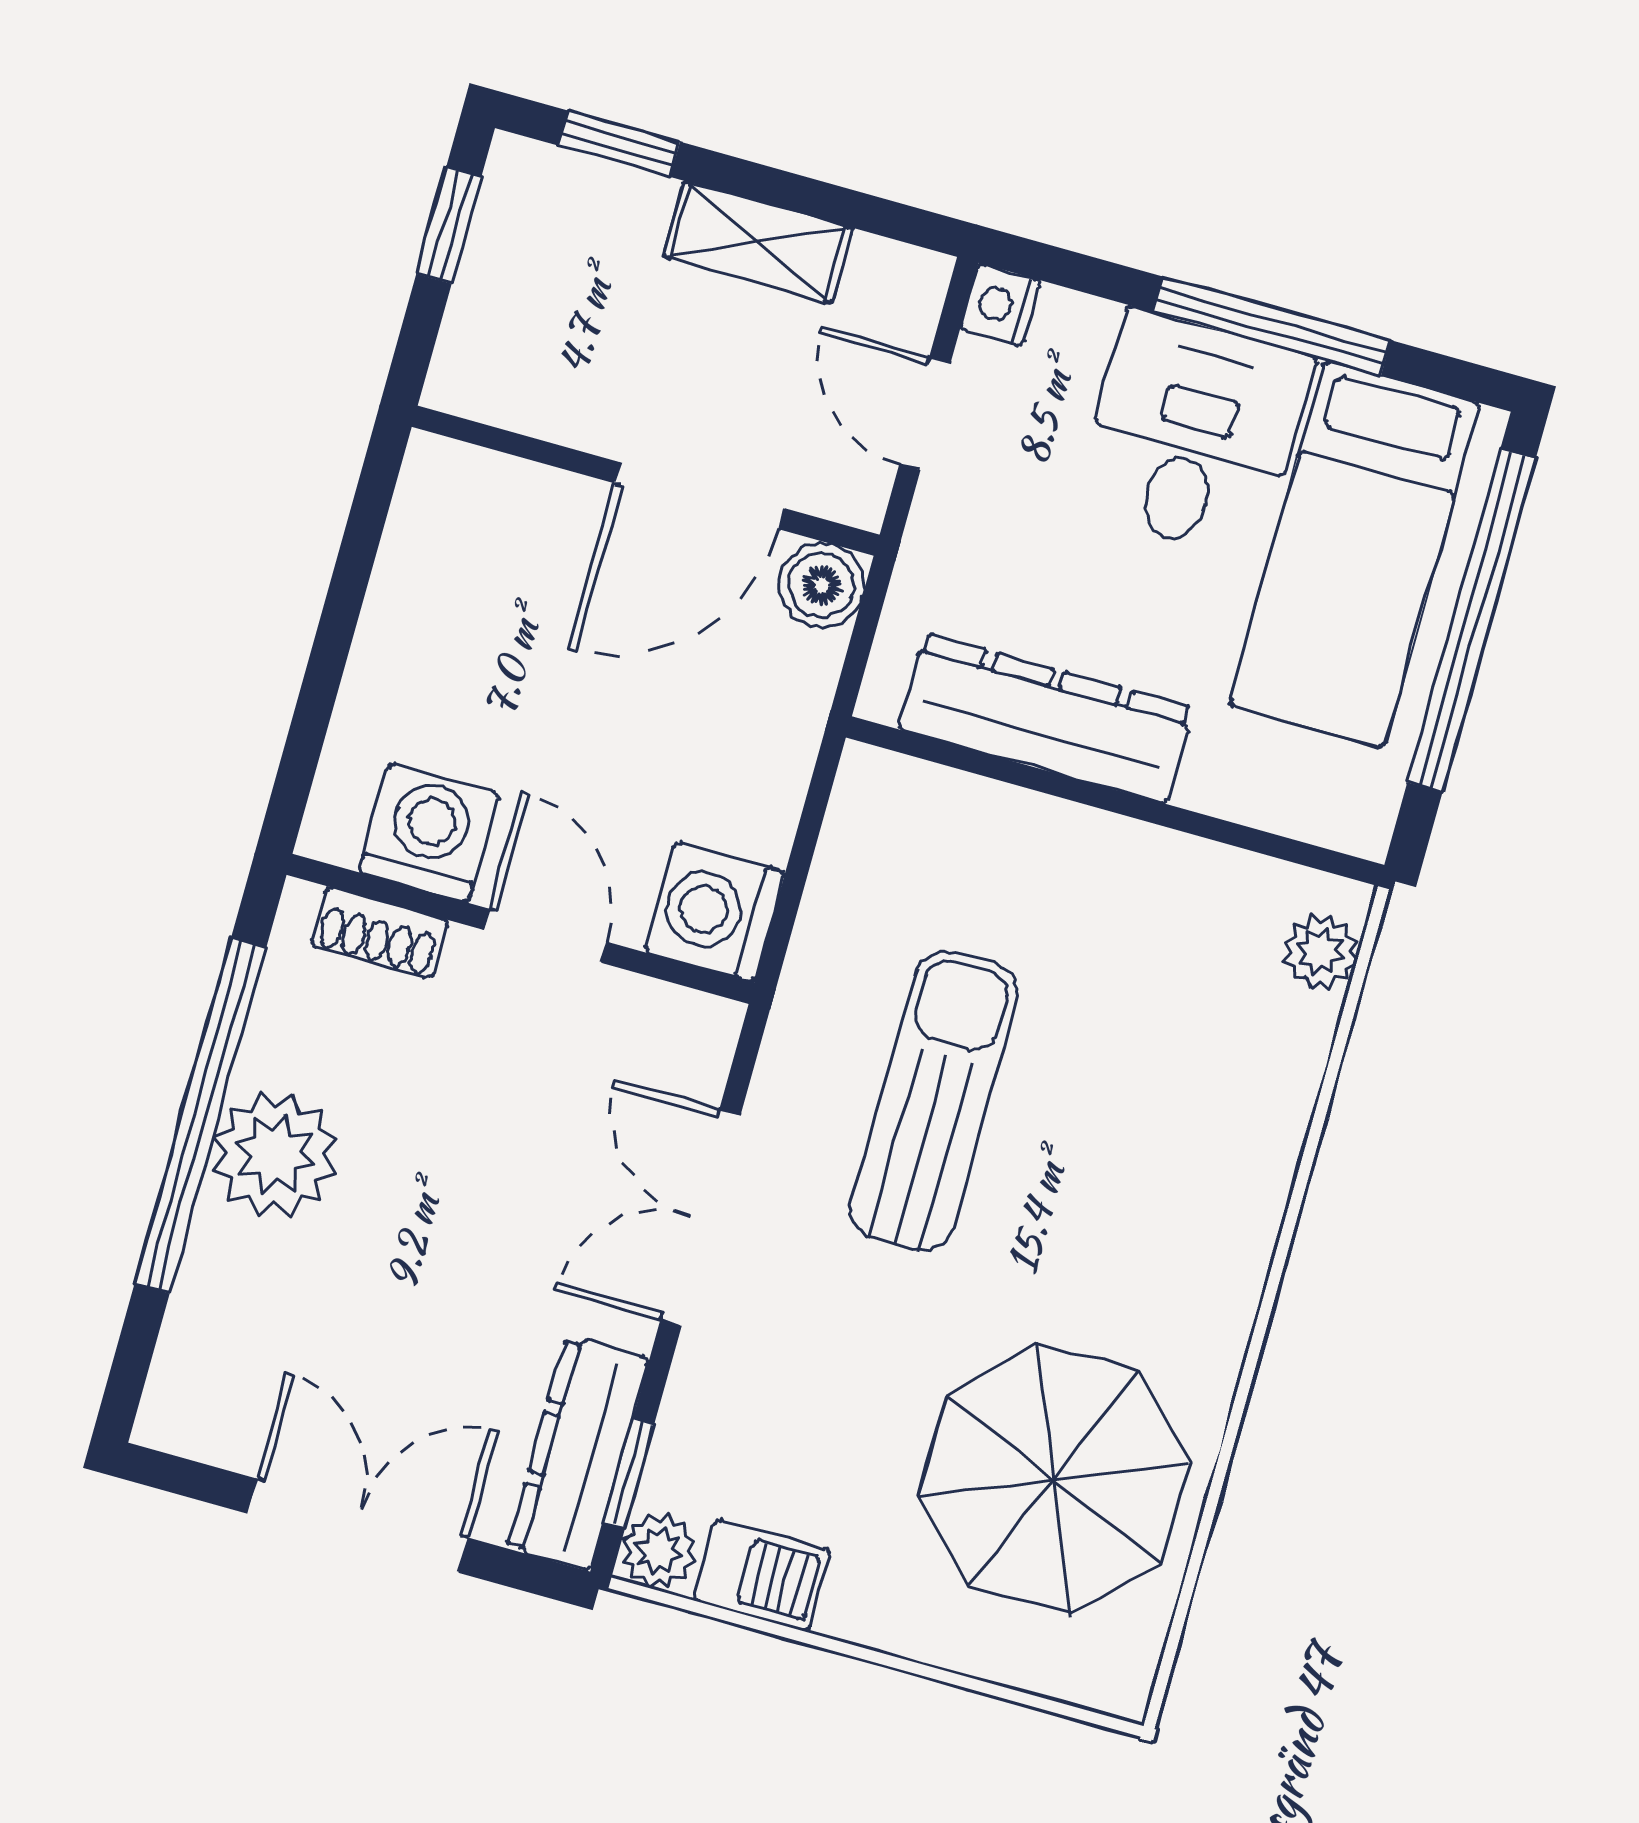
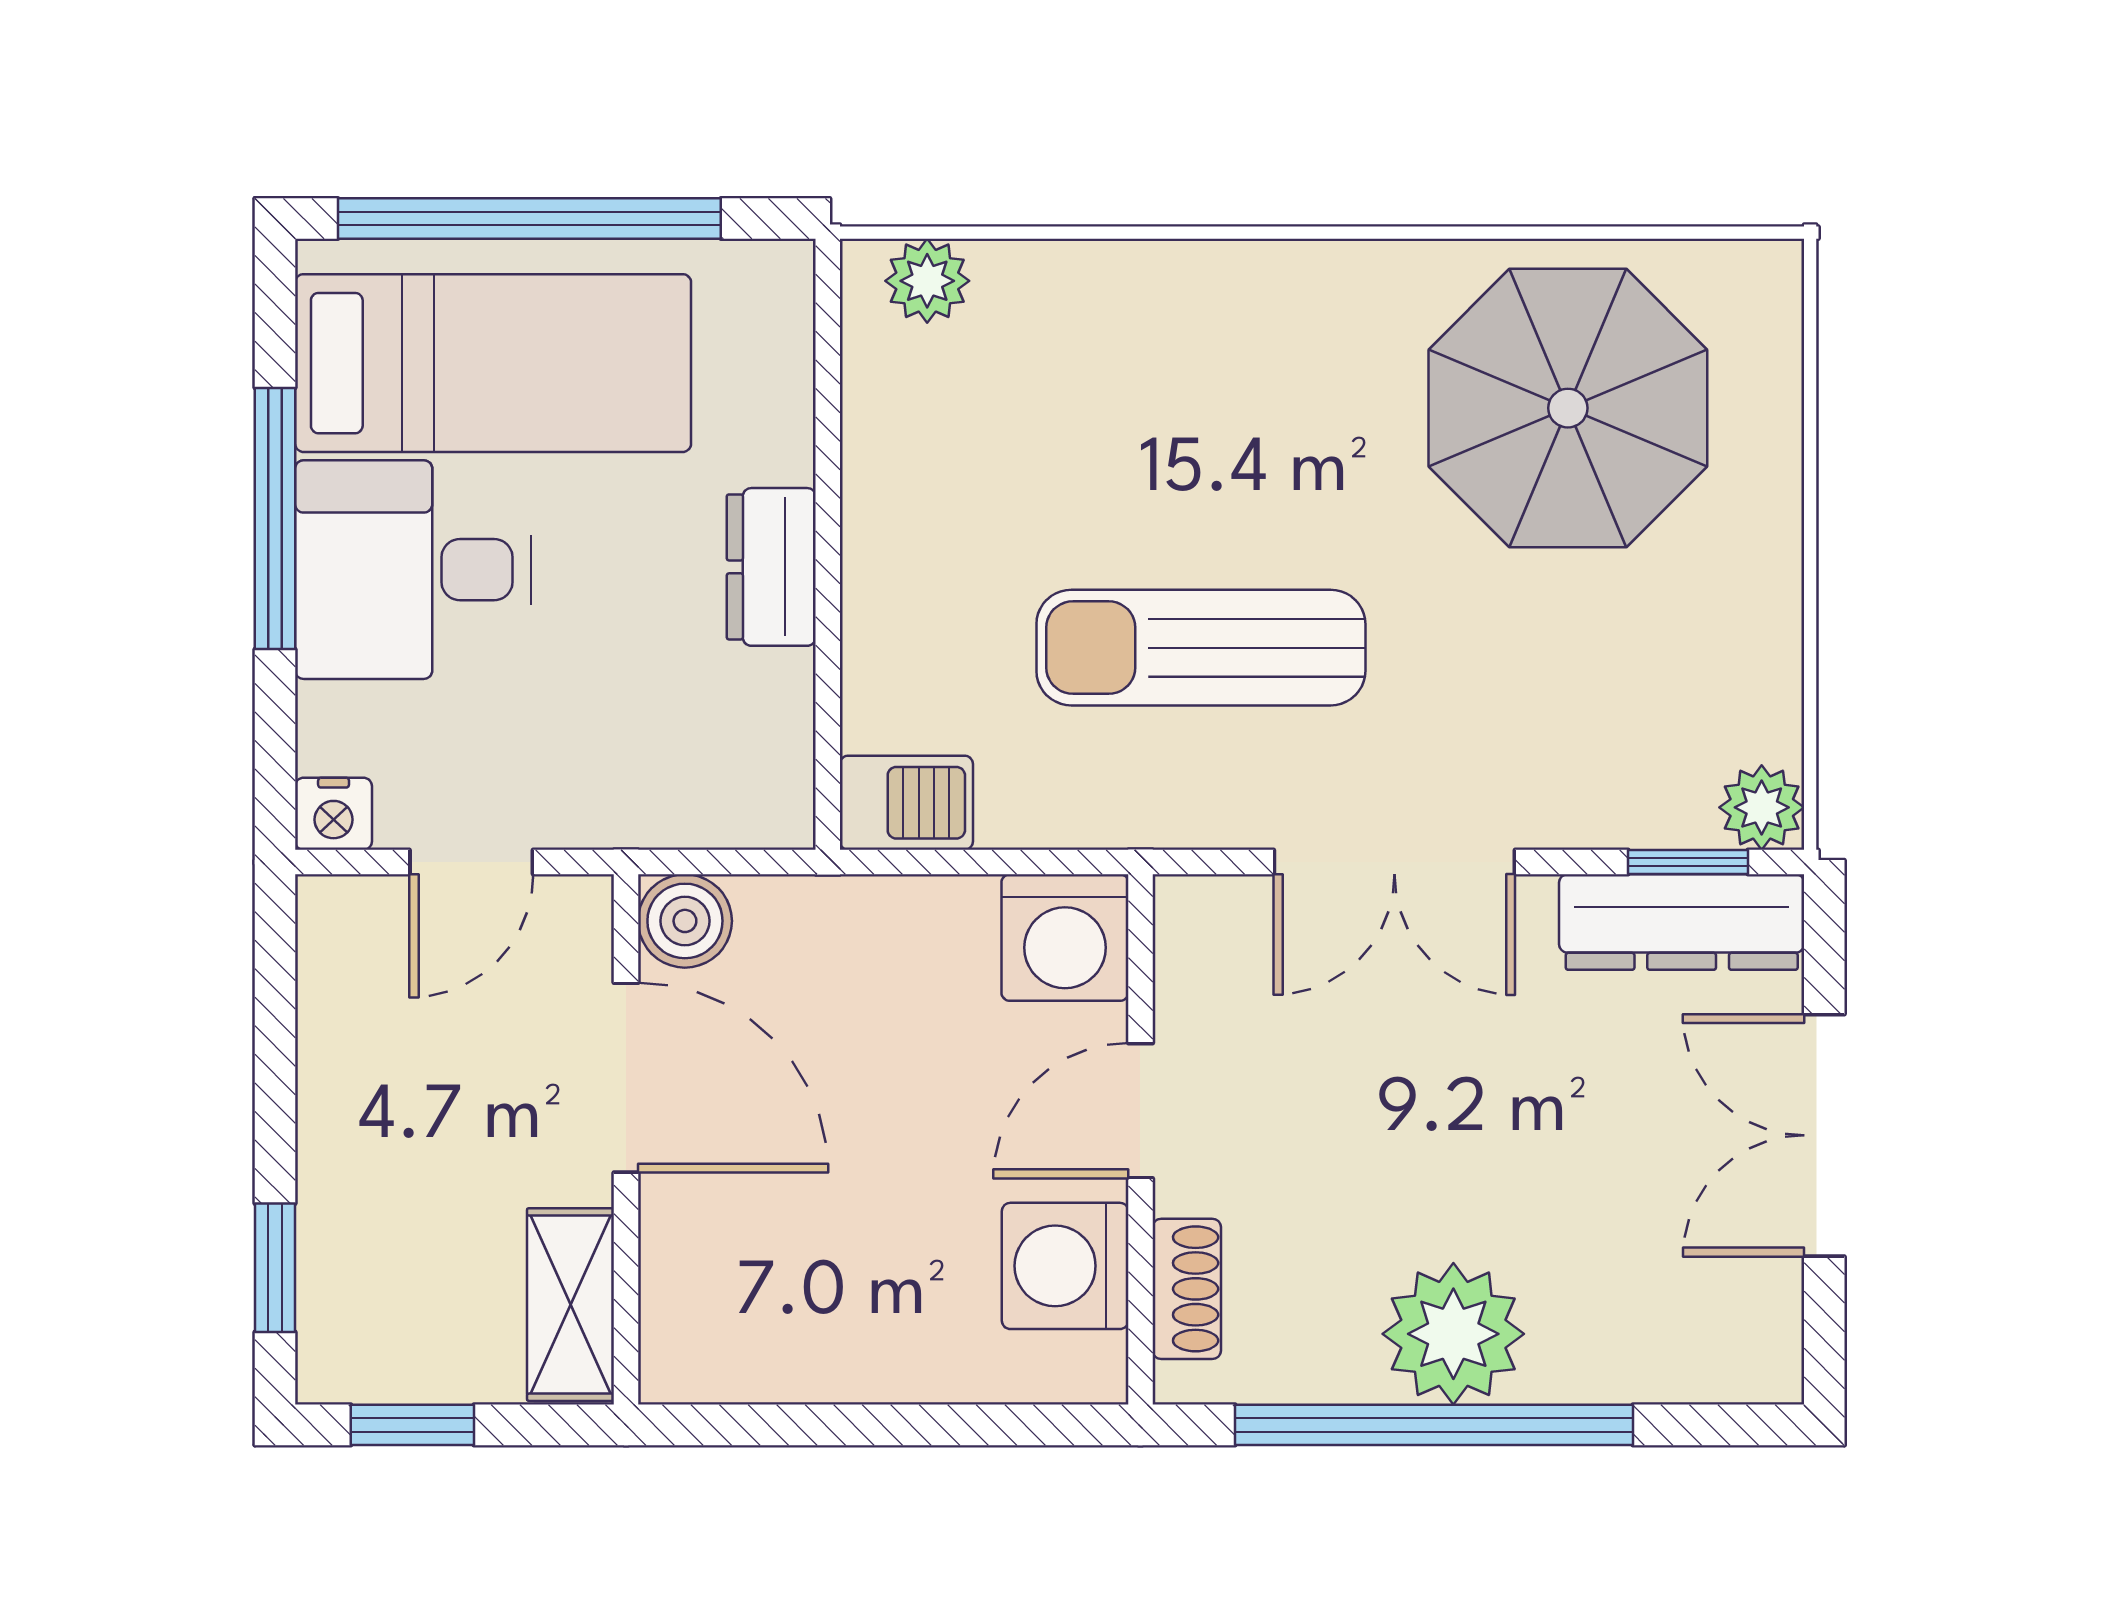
shelving: (758, 242) -> (571, 1305), moved
dresser: (1046, 719) -> (771, 567), width x0.51, depth x0.80
barbecue: (762, 1575) -> (906, 803), moved, turned 90

